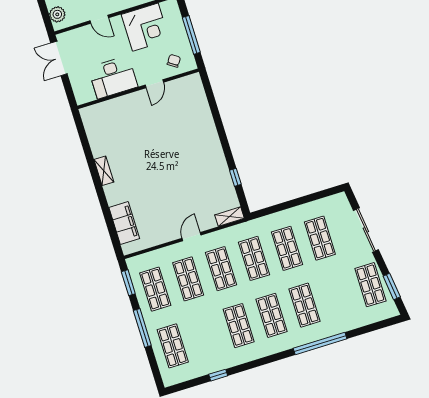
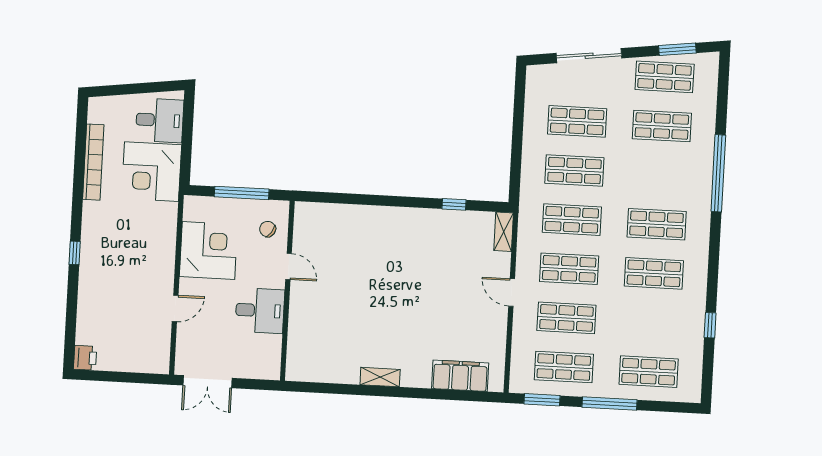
plant: (57, 14) -> (148, 362), removed
desk: (113, 77) -> (260, 311), width x0.73
shop shelf: (305, 305) -> (662, 126), moved

